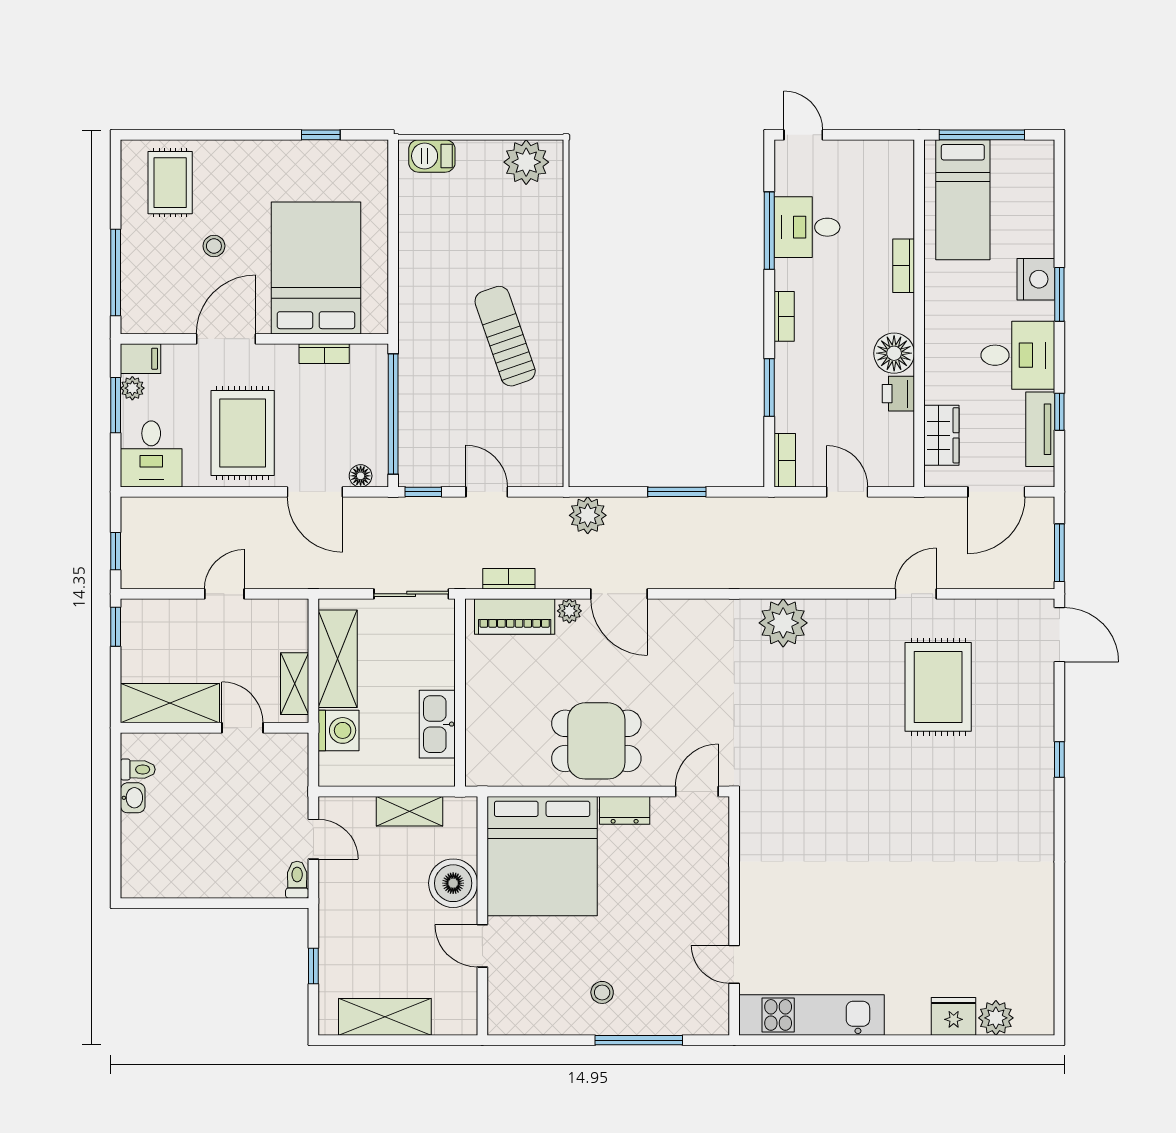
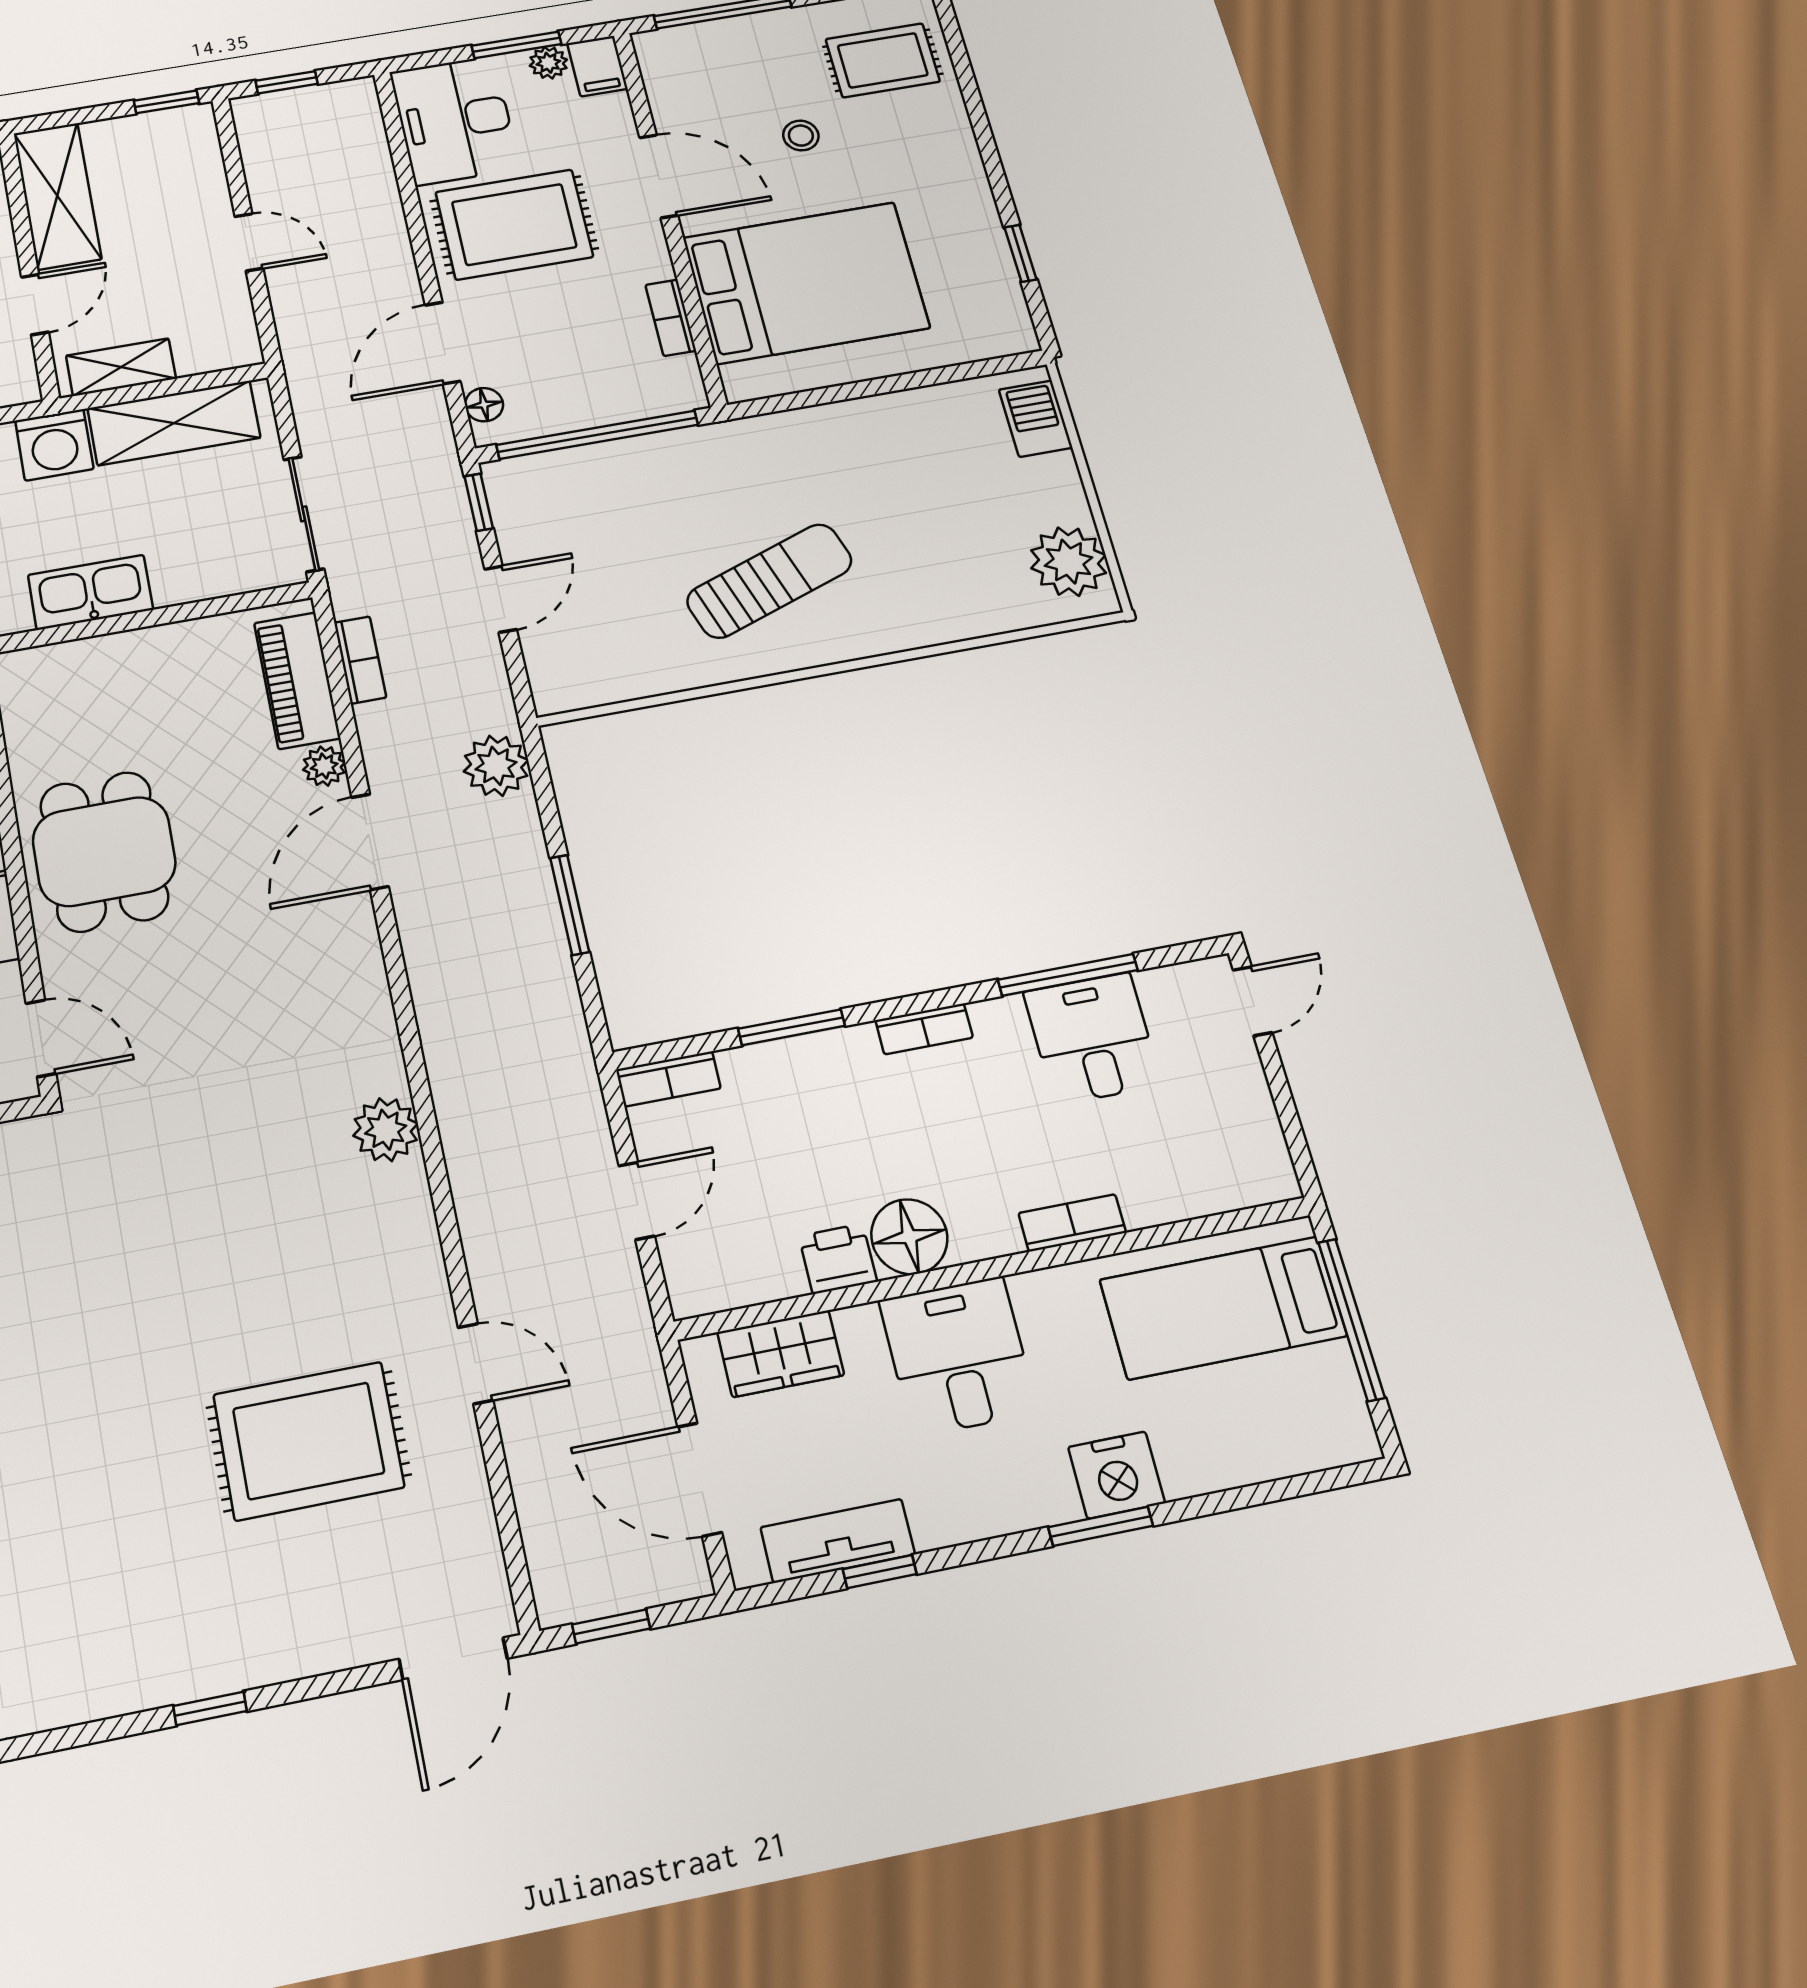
desk: (1018, 355) -> (958, 1356), moved, turned 180
desk: (151, 454) -> (455, 120), width x1.37
window: (1059, 553) -> (611, 1626), width x0.67
plant: (783, 623) -> (386, 1130), width x0.73, depth x0.73

